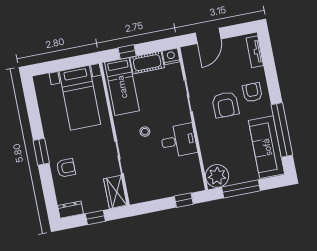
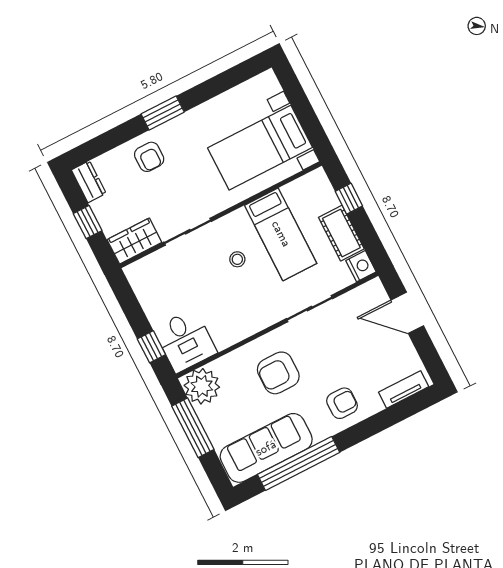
bed: (122, 87) -> (281, 234), moved, turned -90
armchair: (225, 105) -> (278, 373), moved
desk: (179, 141) -> (185, 341), moved

